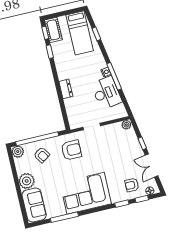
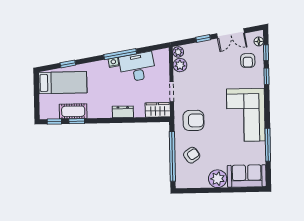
cot: (53, 30) -> (73, 111), moved
wardrobe: (74, 118) -> (158, 110), added
armchair: (71, 150) -> (193, 120), turned 90
plant: (18, 152) -> (180, 65), moved

